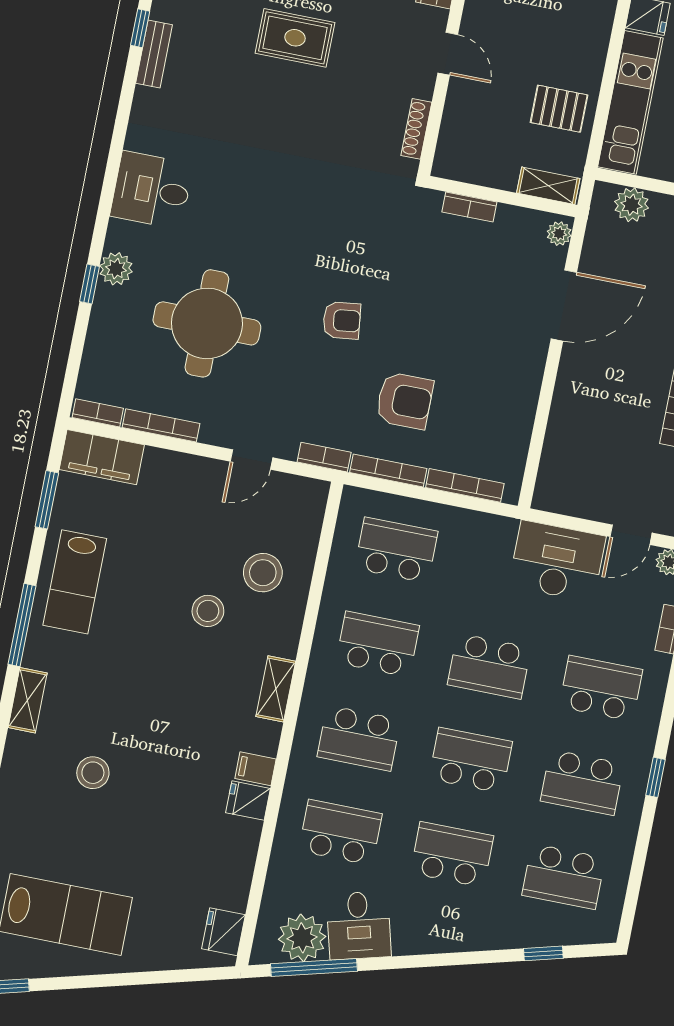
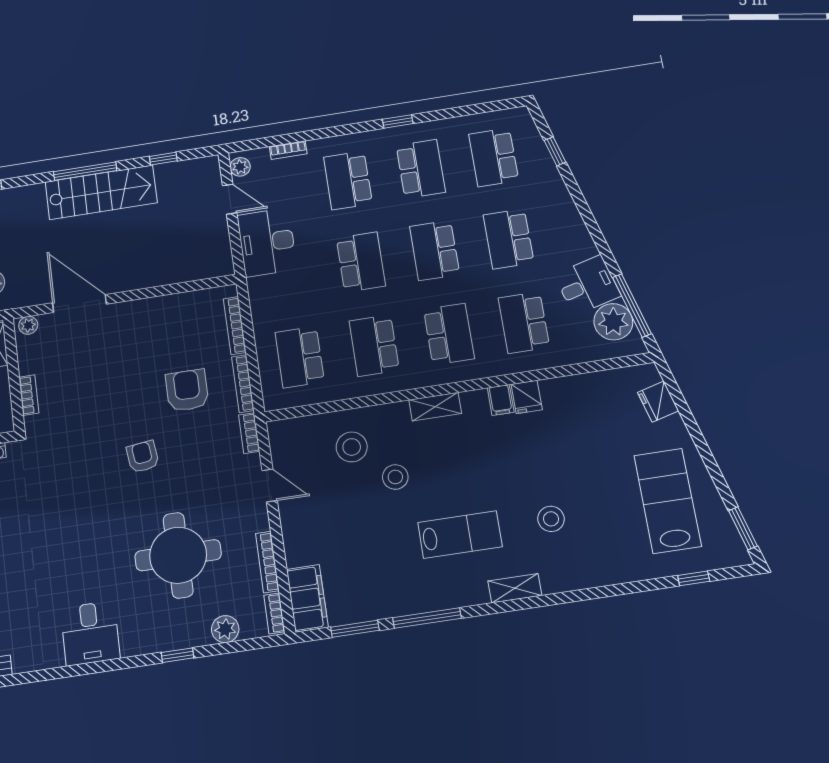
plant: (116, 269) -> (225, 629), moved
lab bench: (75, 582) -> (460, 535), moved
window: (22, 625) -> (427, 618), moved
school desk: (564, 877) -> (494, 157), turned 180
fridge: (224, 932) -> (658, 402), moved, turned 75

